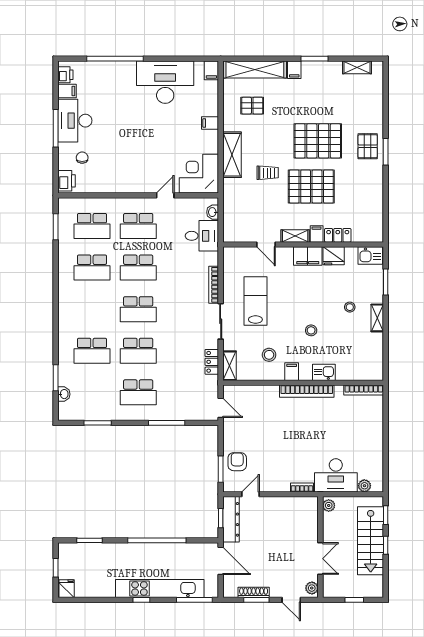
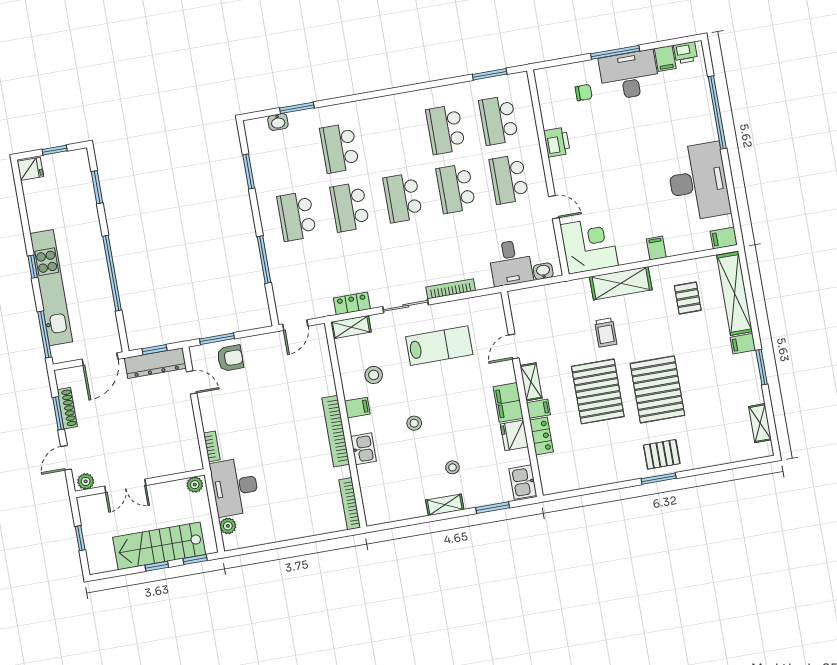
printer: (67, 181) -> (557, 142), moved, turned -90

